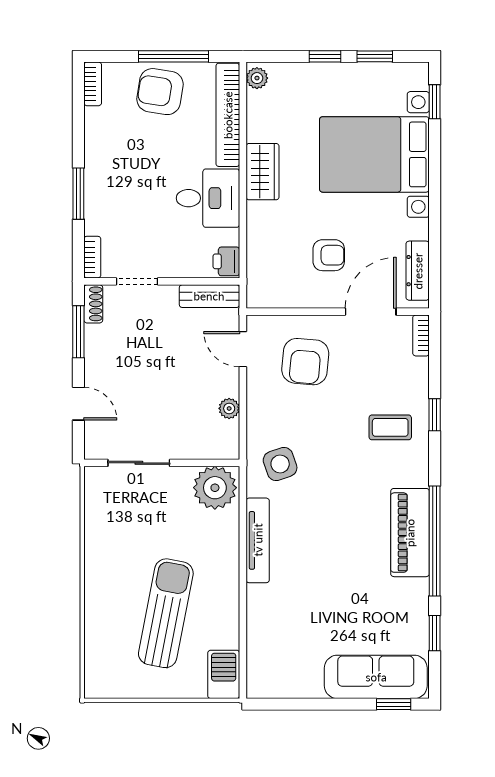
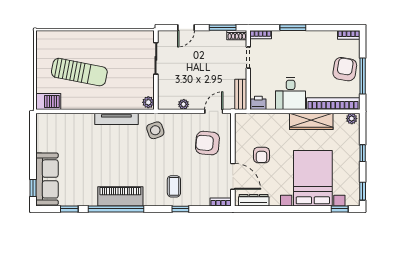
window: (375, 56) -> (363, 191), moved
wardrobe: (263, 172) -> (311, 121), width x1.50
plant: (215, 488) -> (148, 102), width x0.53, depth x0.53

